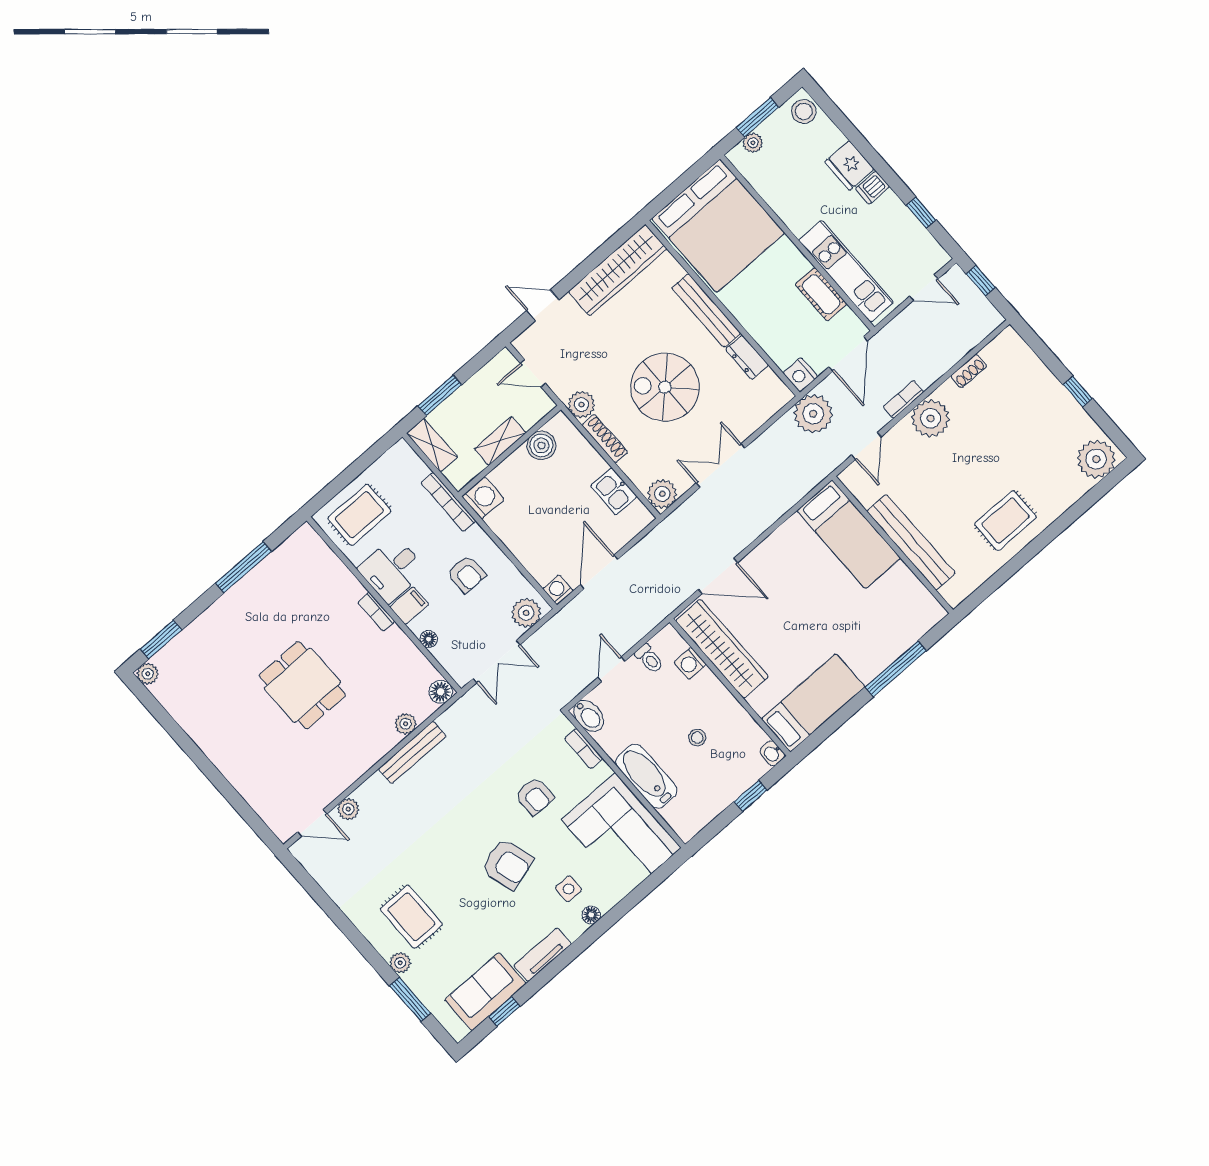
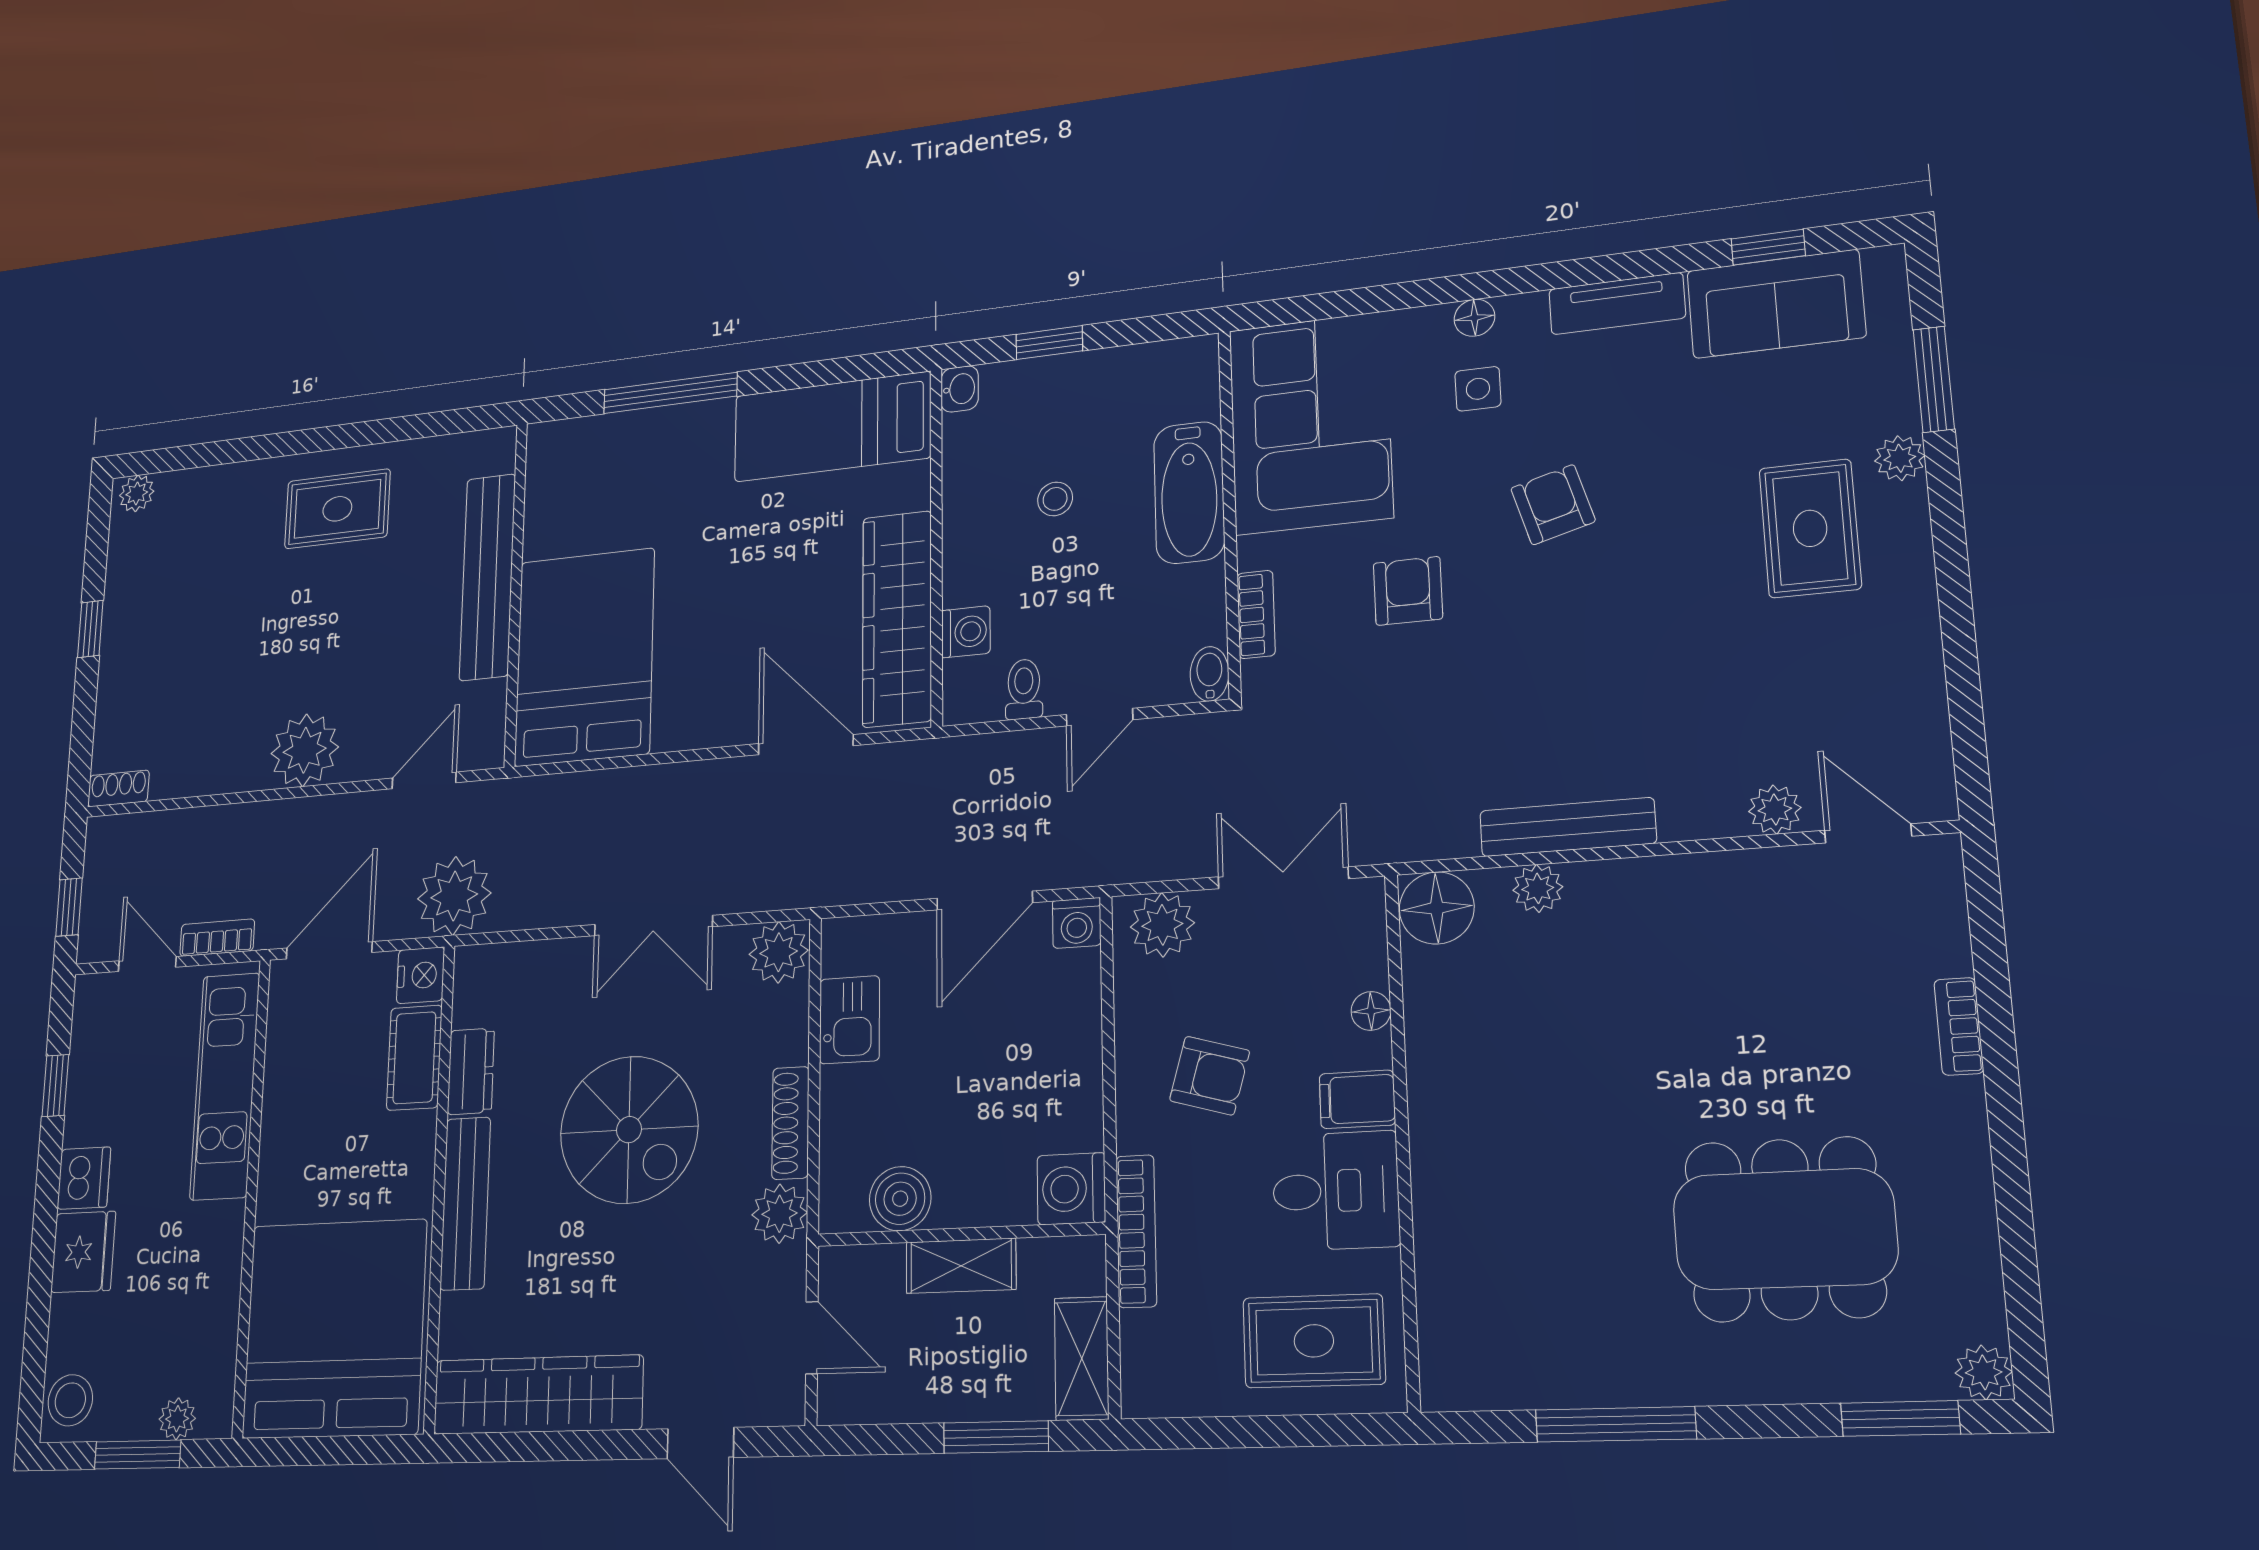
dishwasher: (872, 188) -> (84, 1178), width x1.38
cot: (821, 294) -> (414, 1058), moved
shoe rack: (969, 371) -> (118, 788), moved
bookcase: (903, 399) -> (217, 938), moved, turned 180
plant: (1096, 459) -> (137, 493), width x0.53, depth x0.53
bed: (849, 534) -> (584, 657), width x1.50
armchair: (466, 574) -> (1210, 1076), turned 106
bookcase: (376, 612) -> (1959, 1026), moved, turned 180
dining table: (302, 685) -> (1785, 1229), moved, width x1.38
floor lamp: (441, 692) -> (1437, 908), width x1.38, depth x1.38
bidet: (589, 716) -> (1209, 674), width x0.72, depth x0.74
armchair: (507, 864) -> (1553, 505), width x0.72, depth x0.72

